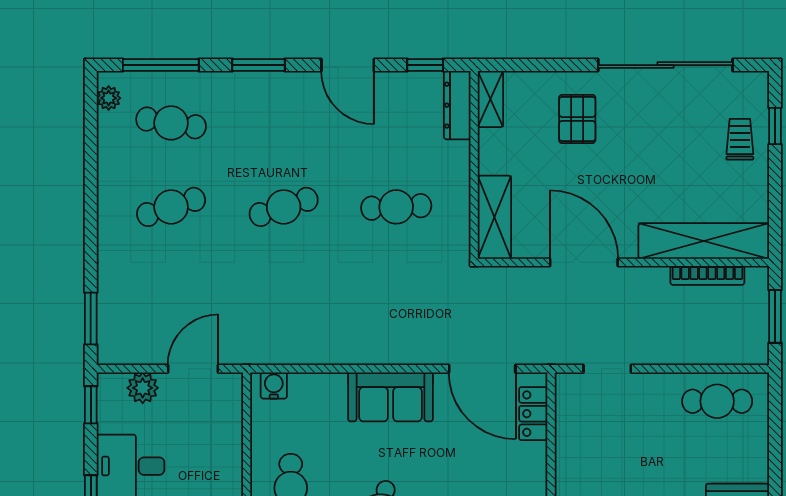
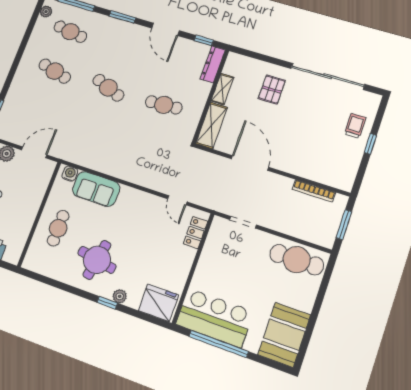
shelving: (490, 99) -> (222, 89), moved
window: (775, 126) -> (370, 144), moved
cafe table: (171, 207) -> (55, 71), turned 33
cafe table: (284, 207) -> (108, 88), turned 39
shelving: (704, 241) -> (318, 172), removed
door: (482, 369) -> (177, 200), width x0.53
sofa: (390, 397) -> (96, 189), moved
cafe table: (717, 401) -> (297, 260), width x1.37, depth x1.35

